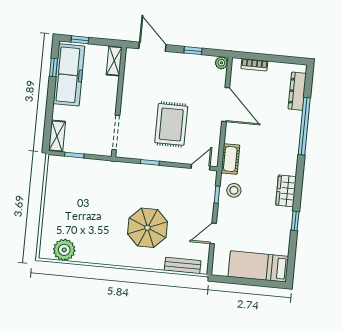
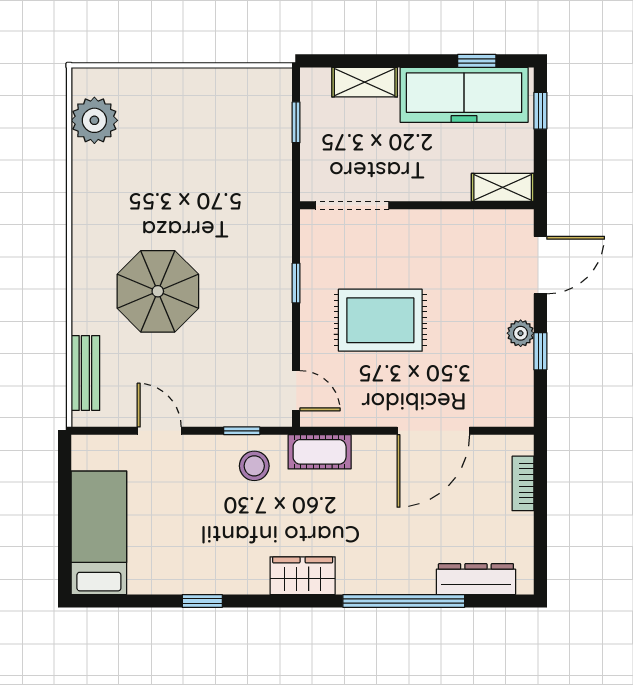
plant: (221, 63) -> (521, 333), moved
shelving: (57, 136) -> (365, 82), moved
wardrobe: (286, 191) -> (303, 576), moved

